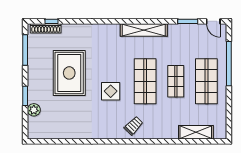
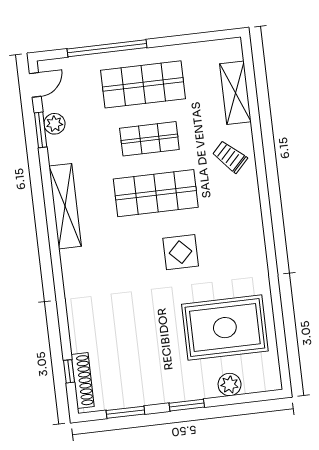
plant: (190, 29) -> (54, 124), added
window: (25, 50) -> (125, 412), width x0.69
rug: (69, 73) -> (225, 328), moved
window: (25, 96) -> (187, 405), moved
trolley: (133, 126) -> (230, 157), moved

